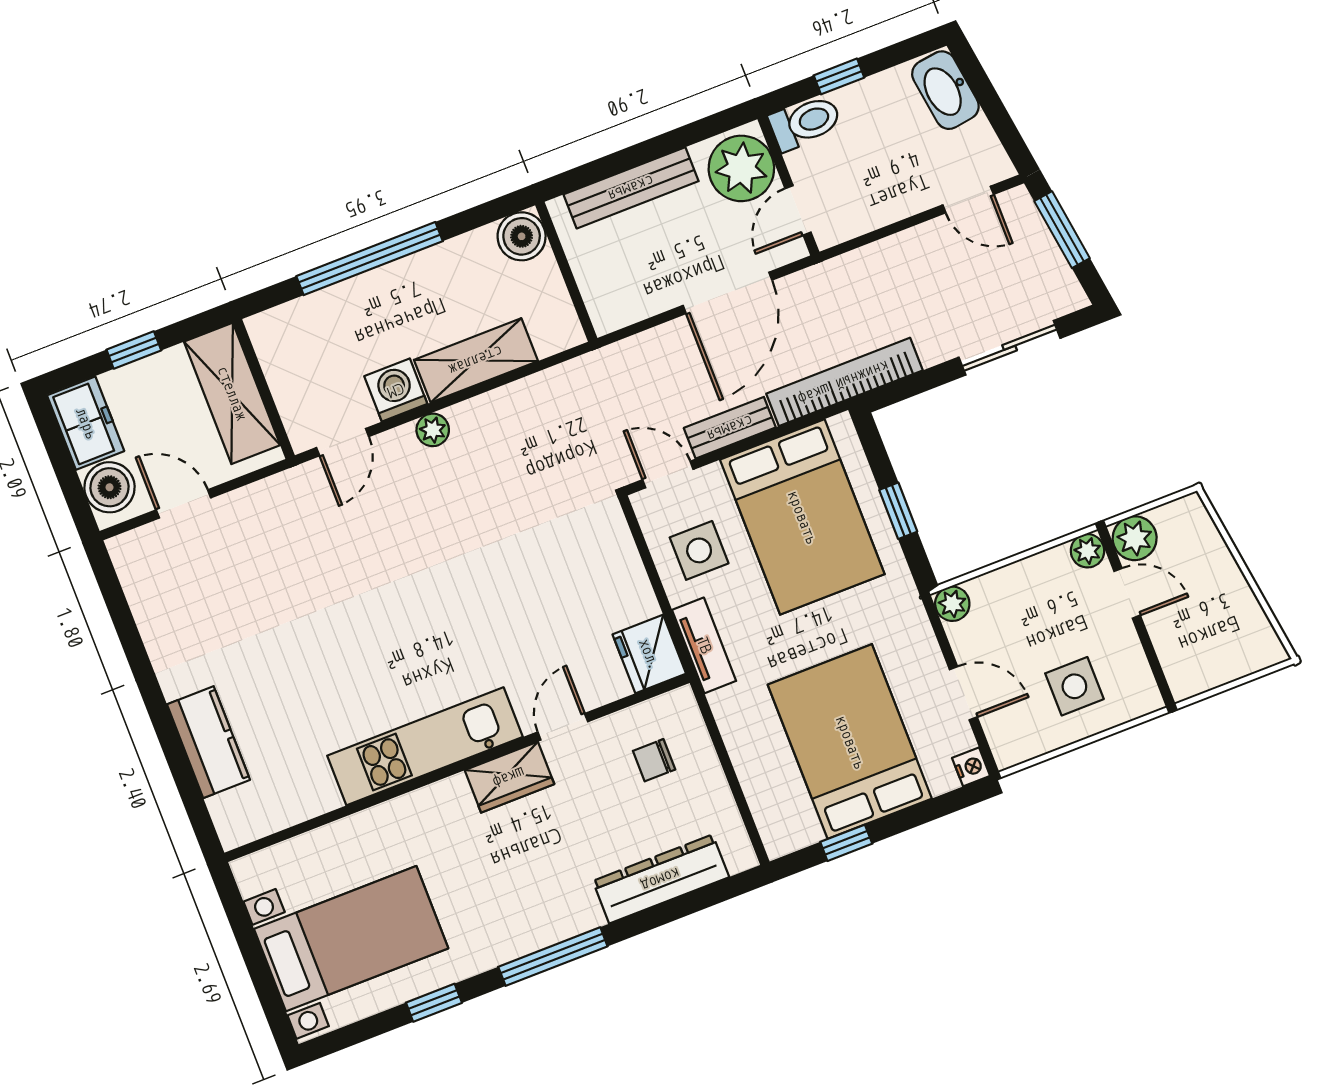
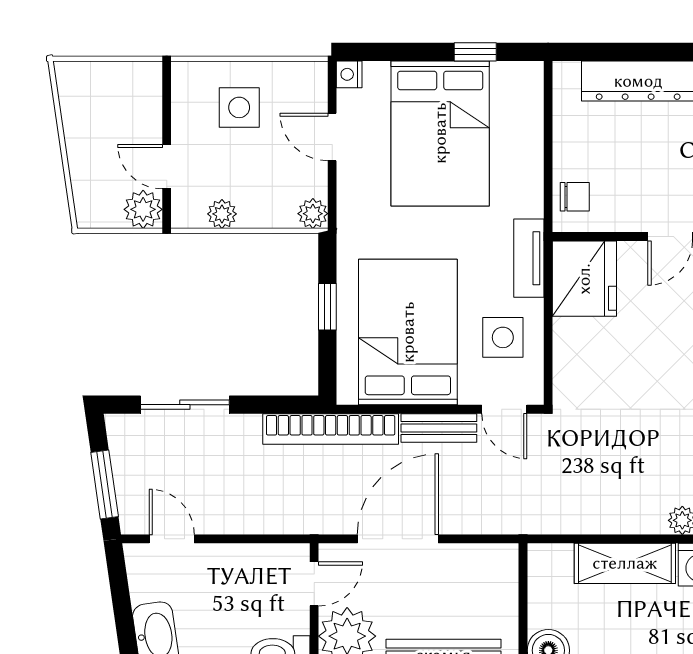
plant: (1088, 551) -> (222, 214), moved
fridge: (649, 654) -> (584, 279), width x1.36, depth x1.34
chair: (654, 760) -> (575, 197), moved

